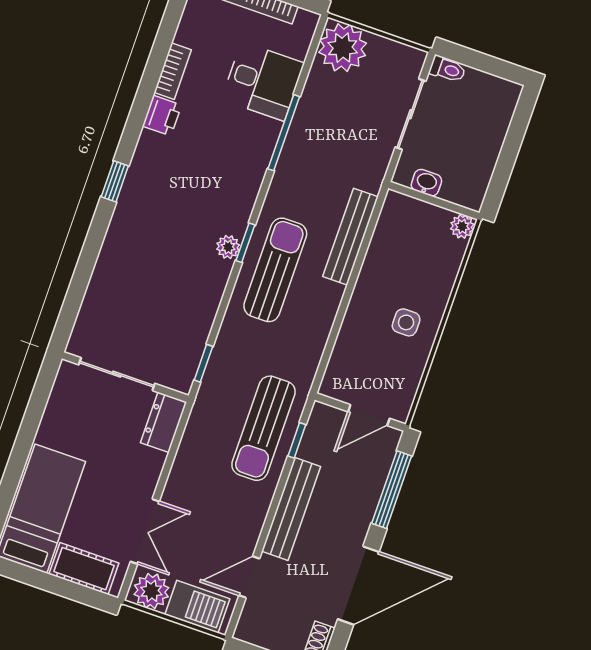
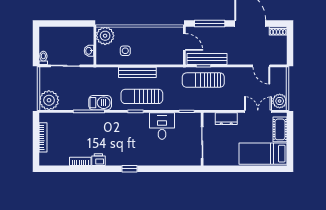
desk: (263, 81) -> (162, 126), moved
plant: (462, 227) -> (105, 36), width x1.88, depth x1.88
bench: (351, 237) -> (137, 72), moved
plant: (228, 247) -> (139, 117), removed
side table: (406, 322) -> (125, 51), moved
dresser: (164, 422) -> (226, 119), moved
sun lounger: (263, 428) -> (203, 80), turned 180
bench: (291, 509) -> (207, 59), moved
barbecue: (197, 607) -> (100, 103), moved, turned 90

